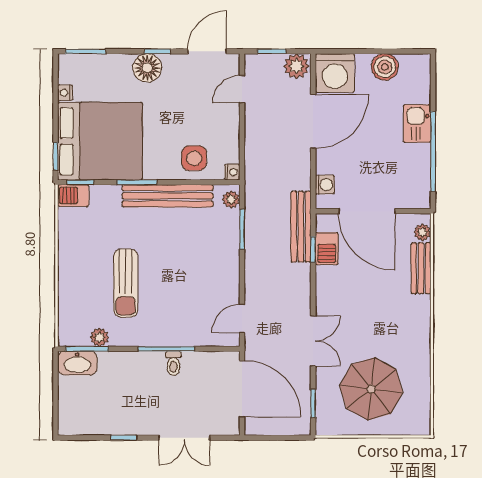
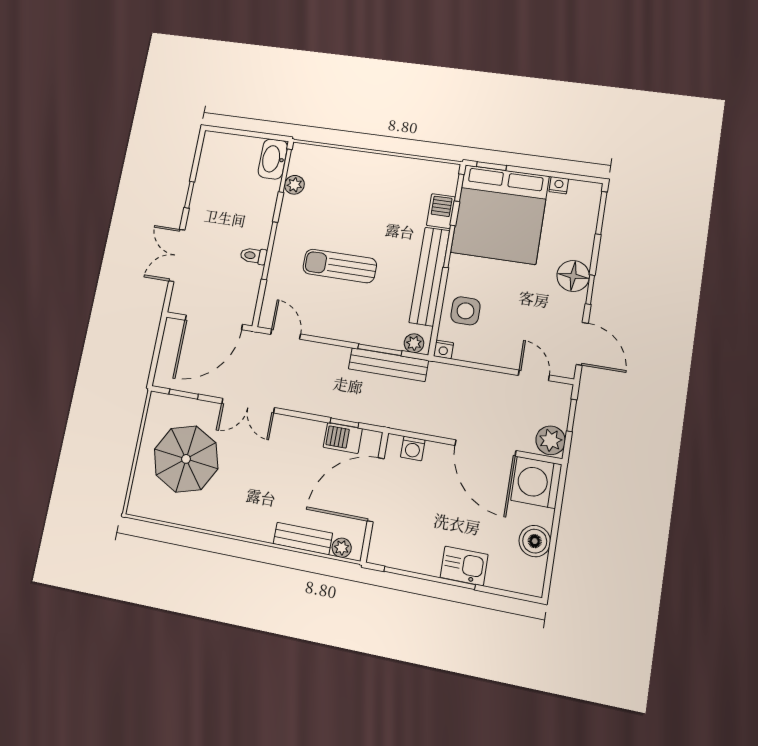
barbecue: (73, 195) -> (441, 211), moved
bench: (301, 227) -> (388, 365), moved
sun lounger: (126, 283) -> (340, 266), moved

